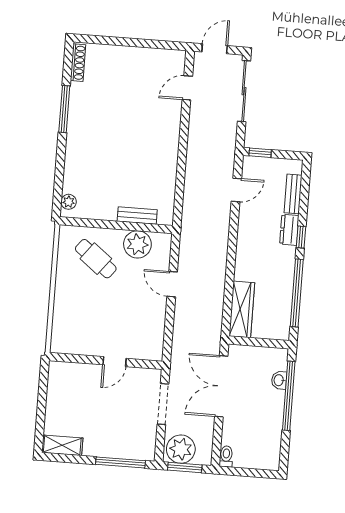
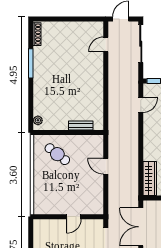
plant: (137, 244) -> (82, 143), removed

